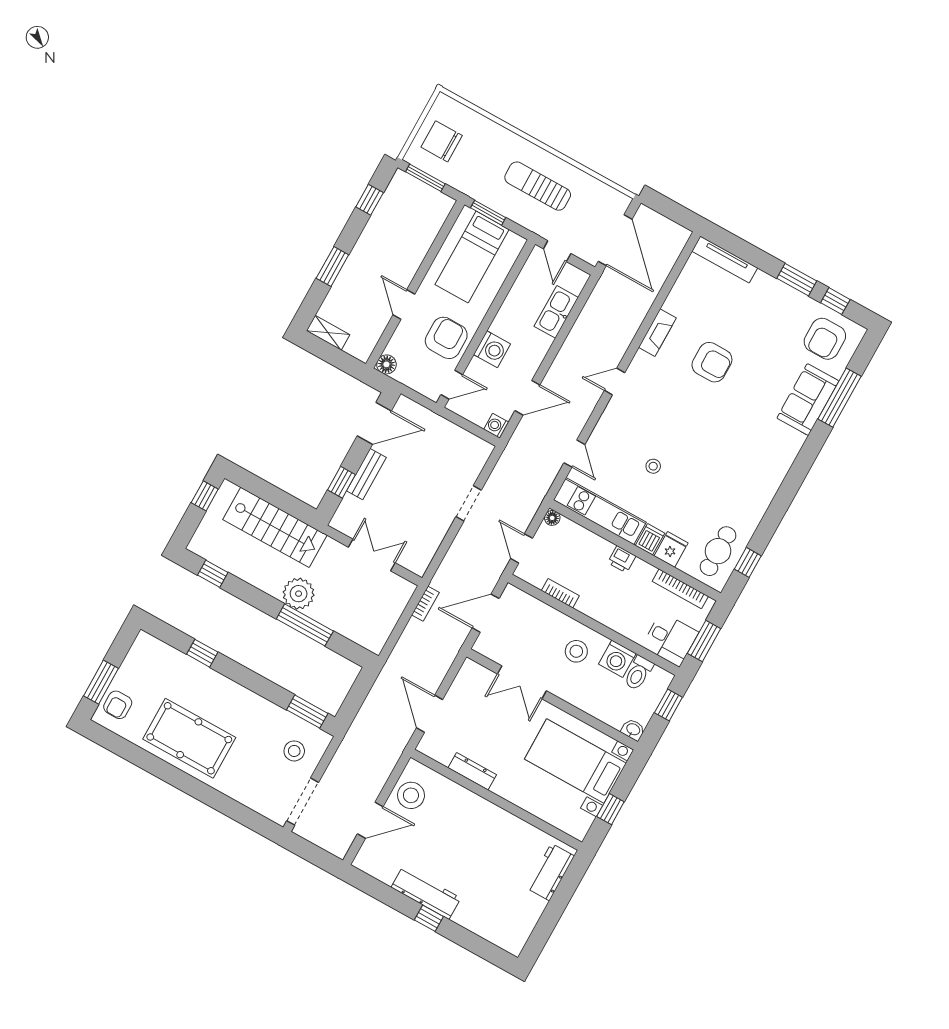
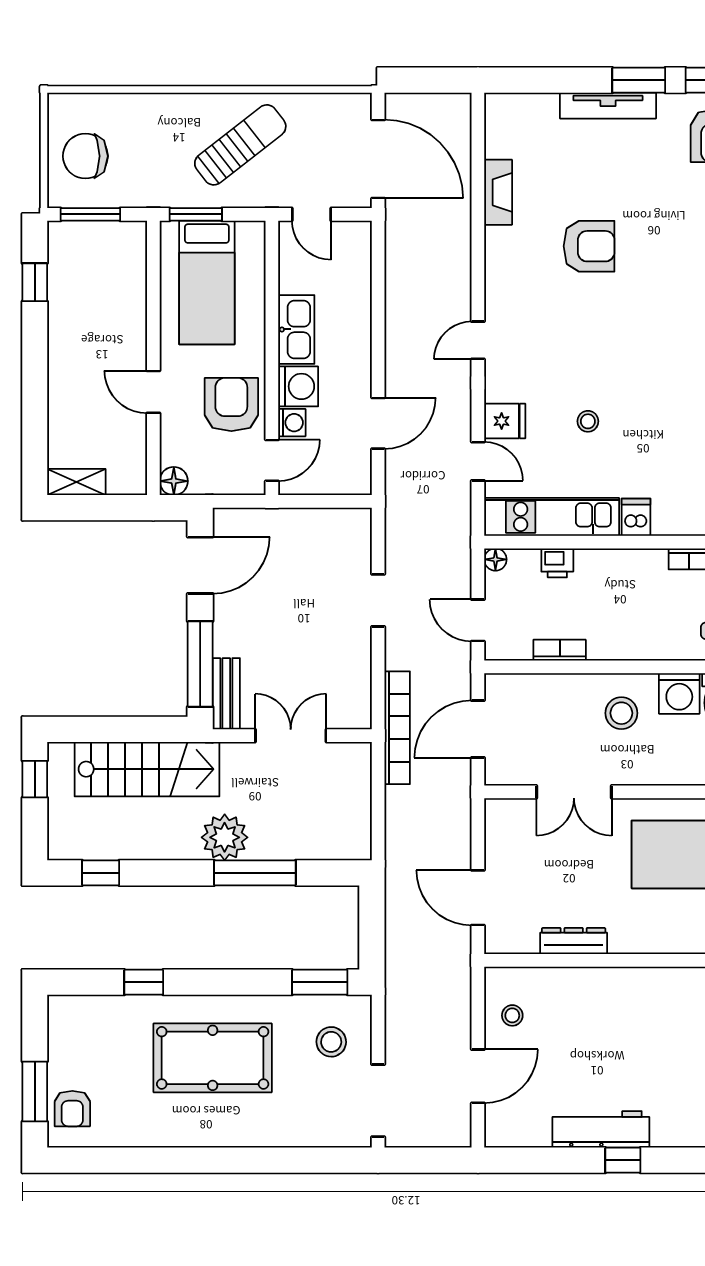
sun lounger: (538, 186) -> (240, 145), turned 142
tv unit: (725, 260) -> (608, 106), moved
window: (332, 266) -> (35, 394), removed
kitchen sink: (556, 312) -> (296, 329), moved, turned 180
fireplace: (657, 333) -> (498, 192), moved
washing machine: (496, 426) -> (292, 423), moved, turned 180
bench: (366, 474) -> (226, 694), moved
window: (342, 482) -> (200, 664), width x2.17
fridge: (671, 549) -> (505, 421), moved, turned 90
printer: (622, 559) -> (557, 563), moved
bookcase: (425, 604) -> (397, 728), width x2.31, depth x1.31
pool table: (189, 738) -> (213, 1058), moved
stool: (411, 795) -> (512, 1015), width x0.53, depth x0.53

